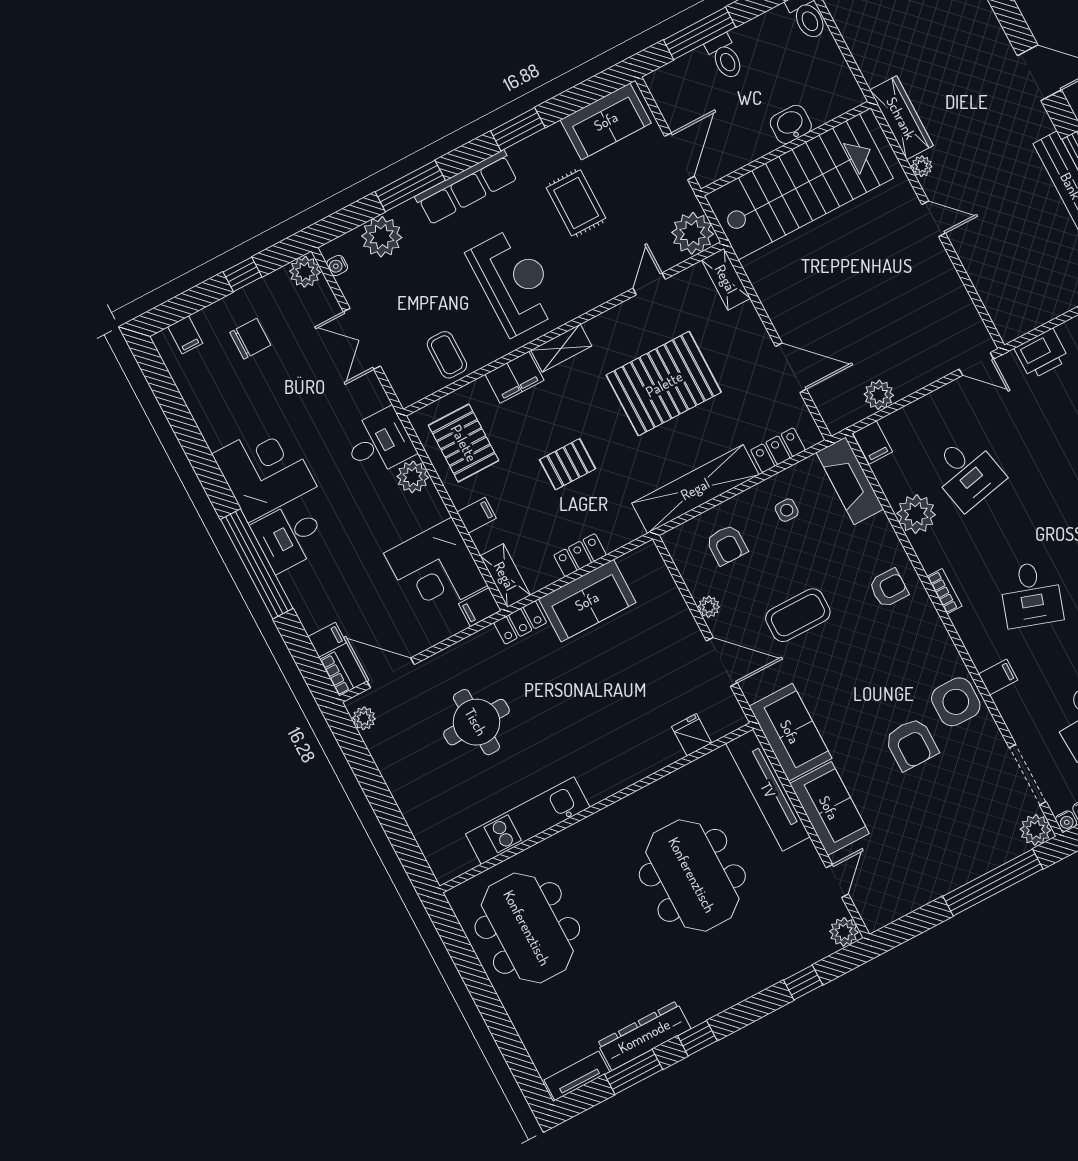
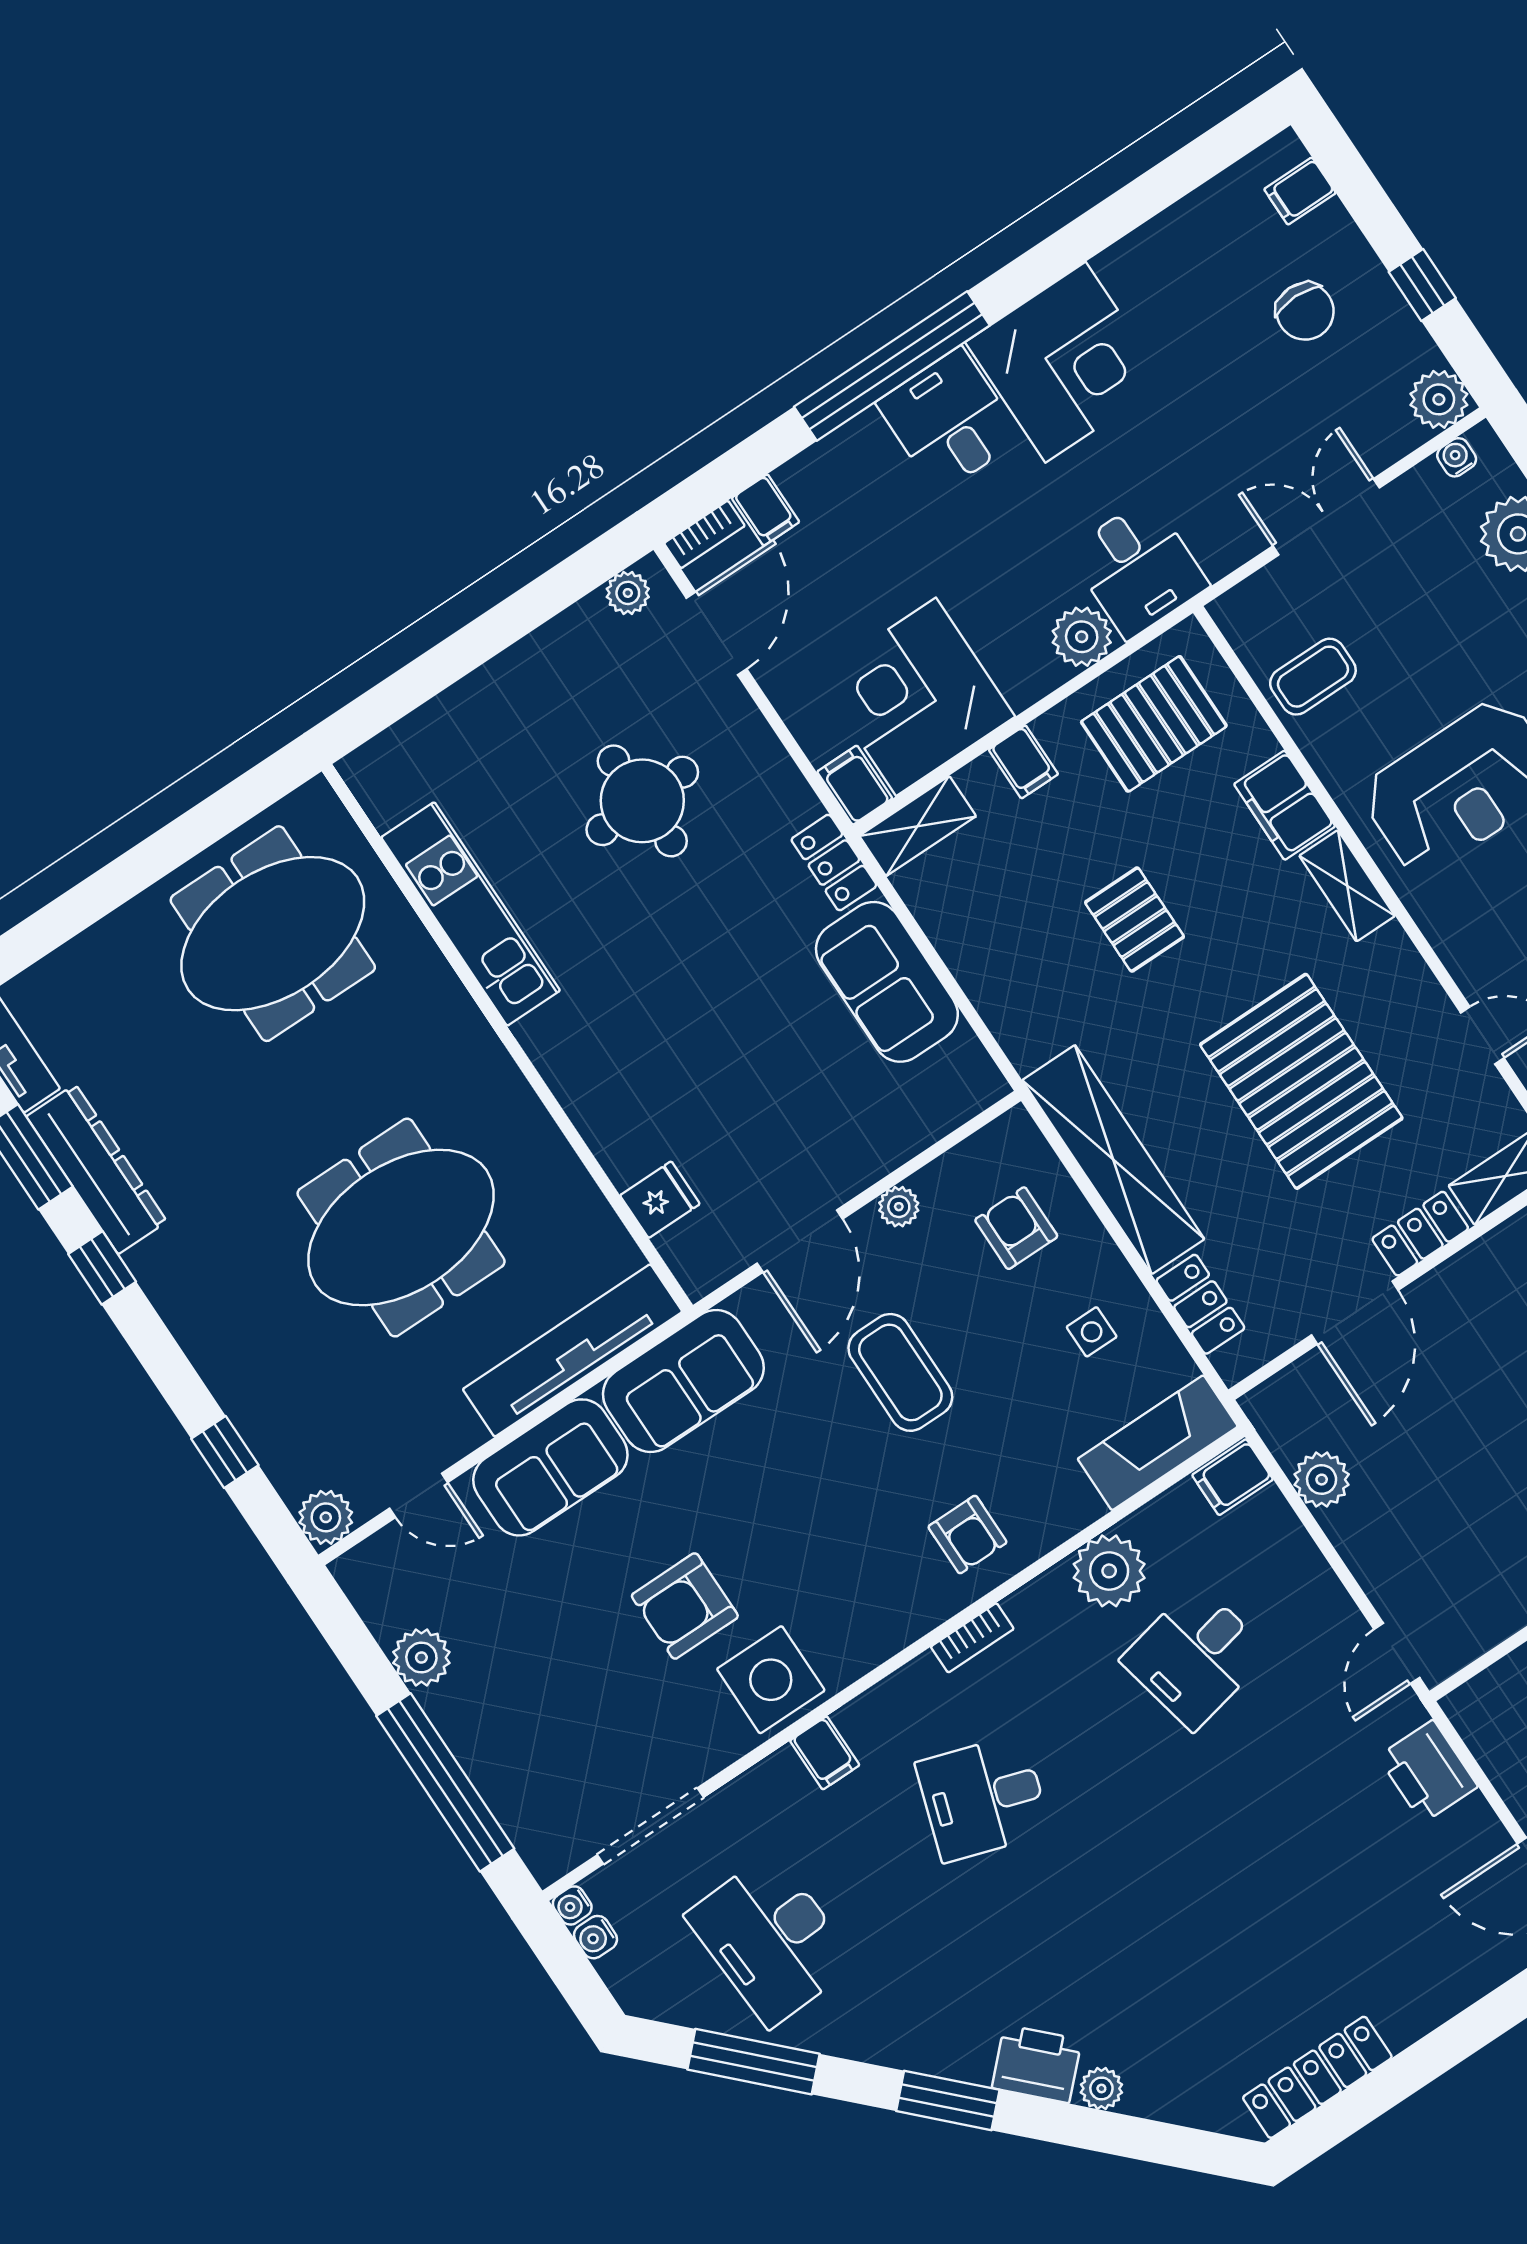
armchair: (727, 545) -> (1016, 1228), turned 90
locker: (580, 555) -> (1420, 1234), moved, turned -90
plant: (1035, 830) -> (421, 1657), moved

